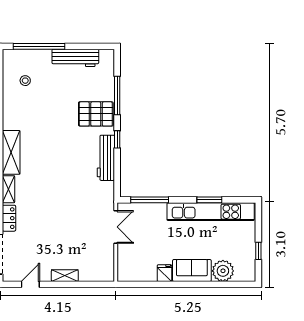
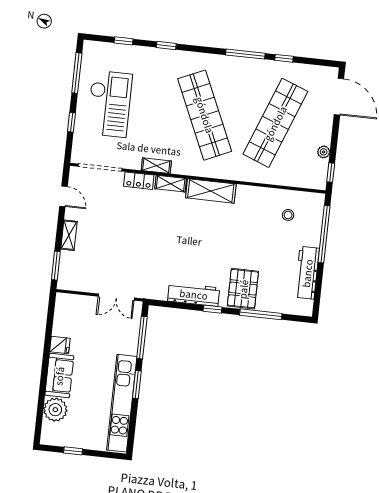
window: (209, 200) -> (137, 385), moved
window: (93, 284) -> (56, 266), added

